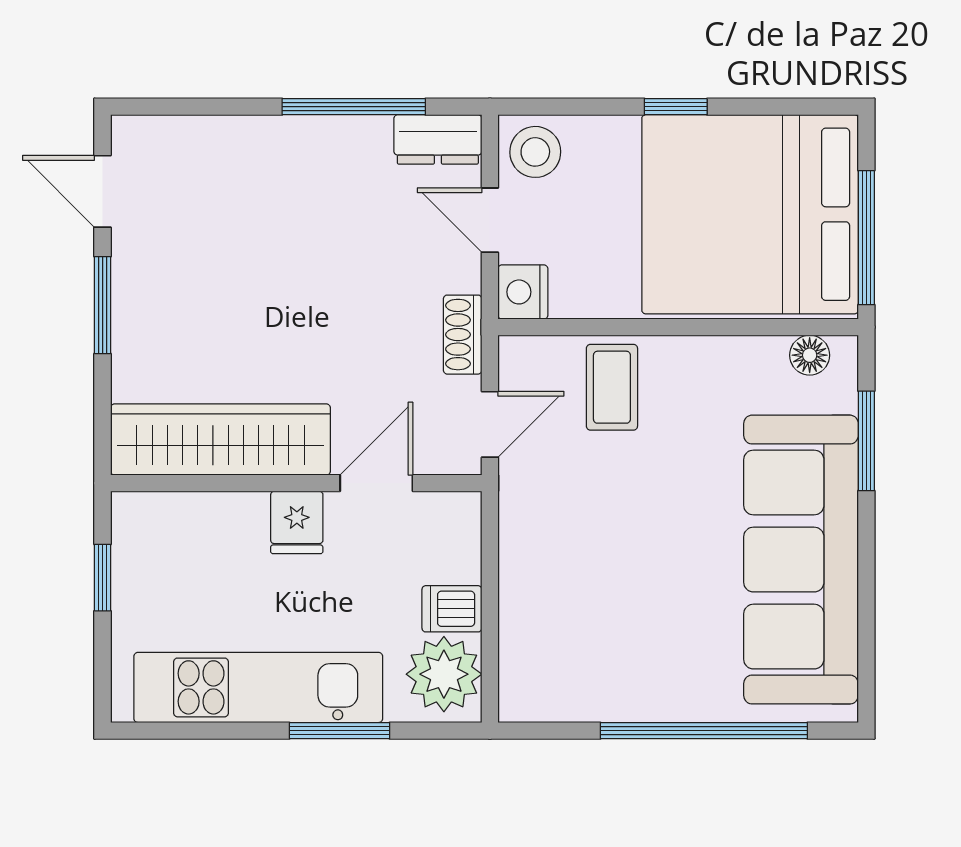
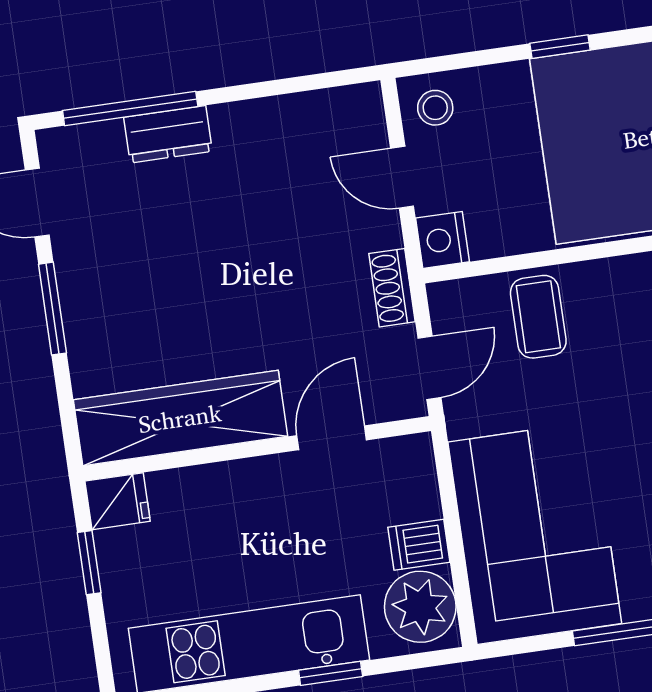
window: (354, 107) -> (130, 109), moved
dresser: (438, 139) -> (168, 134), moved
stool: (535, 152) -> (435, 108), width x0.73, depth x0.73
fridge: (297, 522) -> (118, 501), moved, turned -90
corner sofa: (575, 614) -> (535, 533), added
window: (340, 731) -> (331, 673), width x0.67

